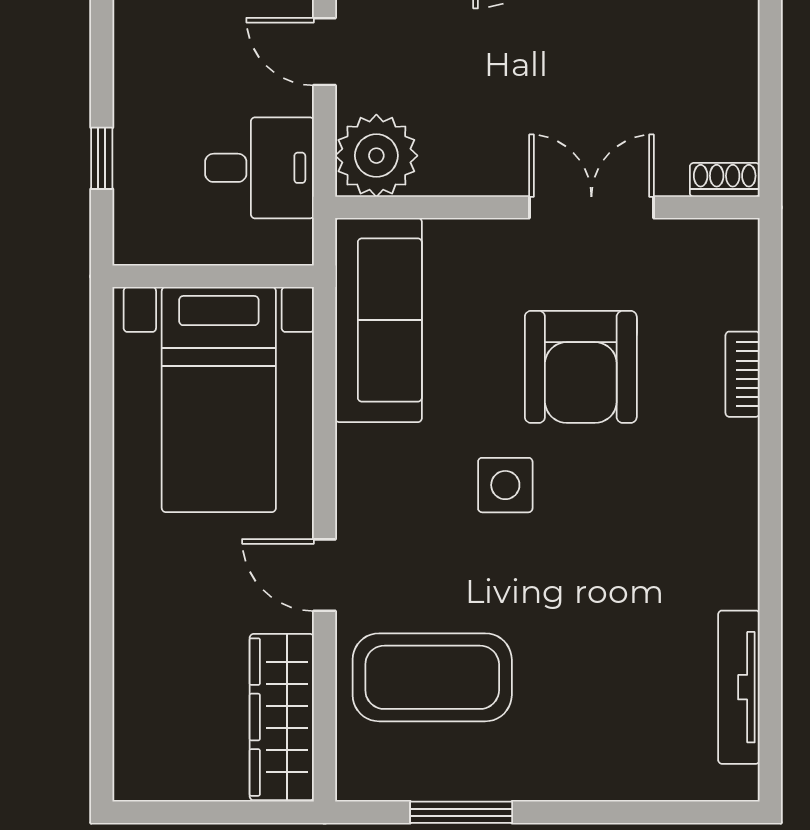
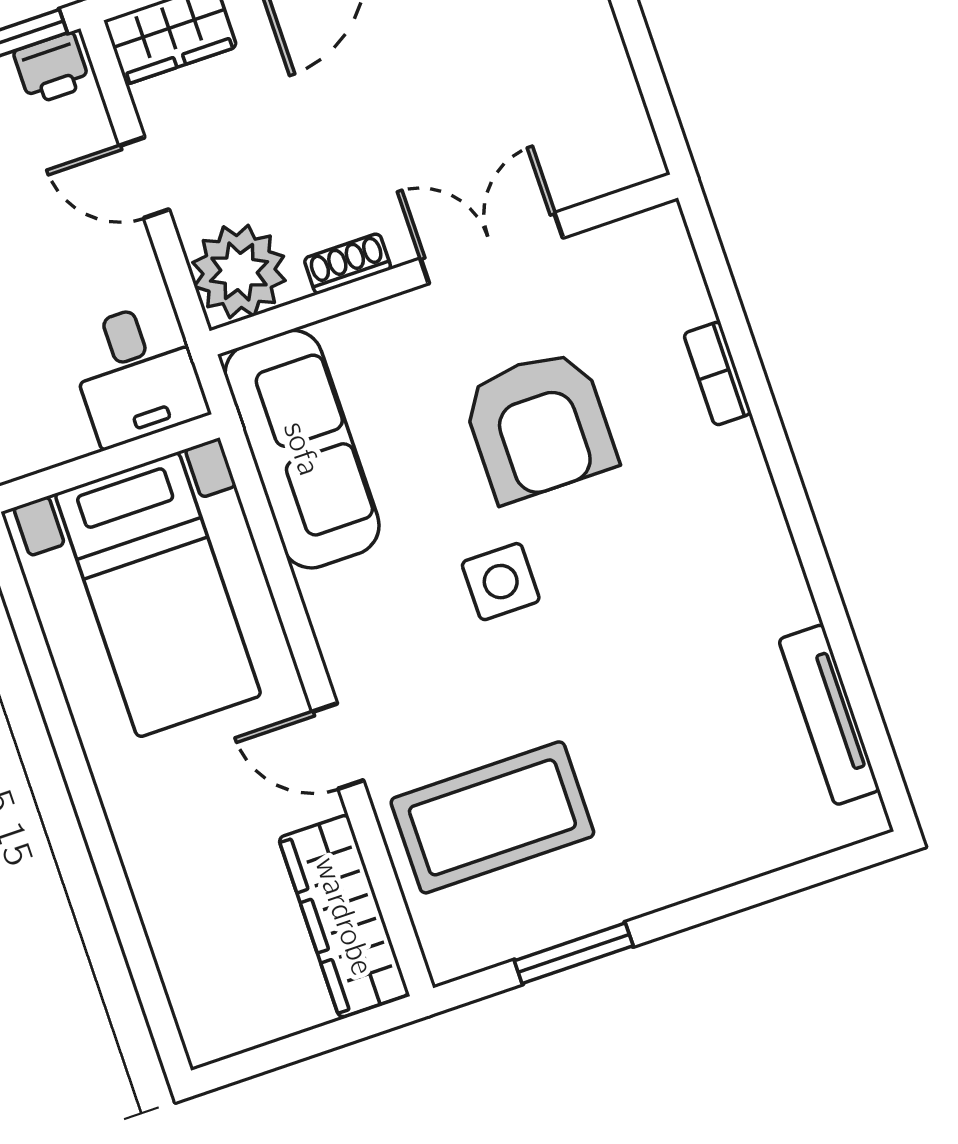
desk: (260, 168) -> (137, 374), moved, turned 90
shoe rack: (725, 180) -> (348, 264), moved

